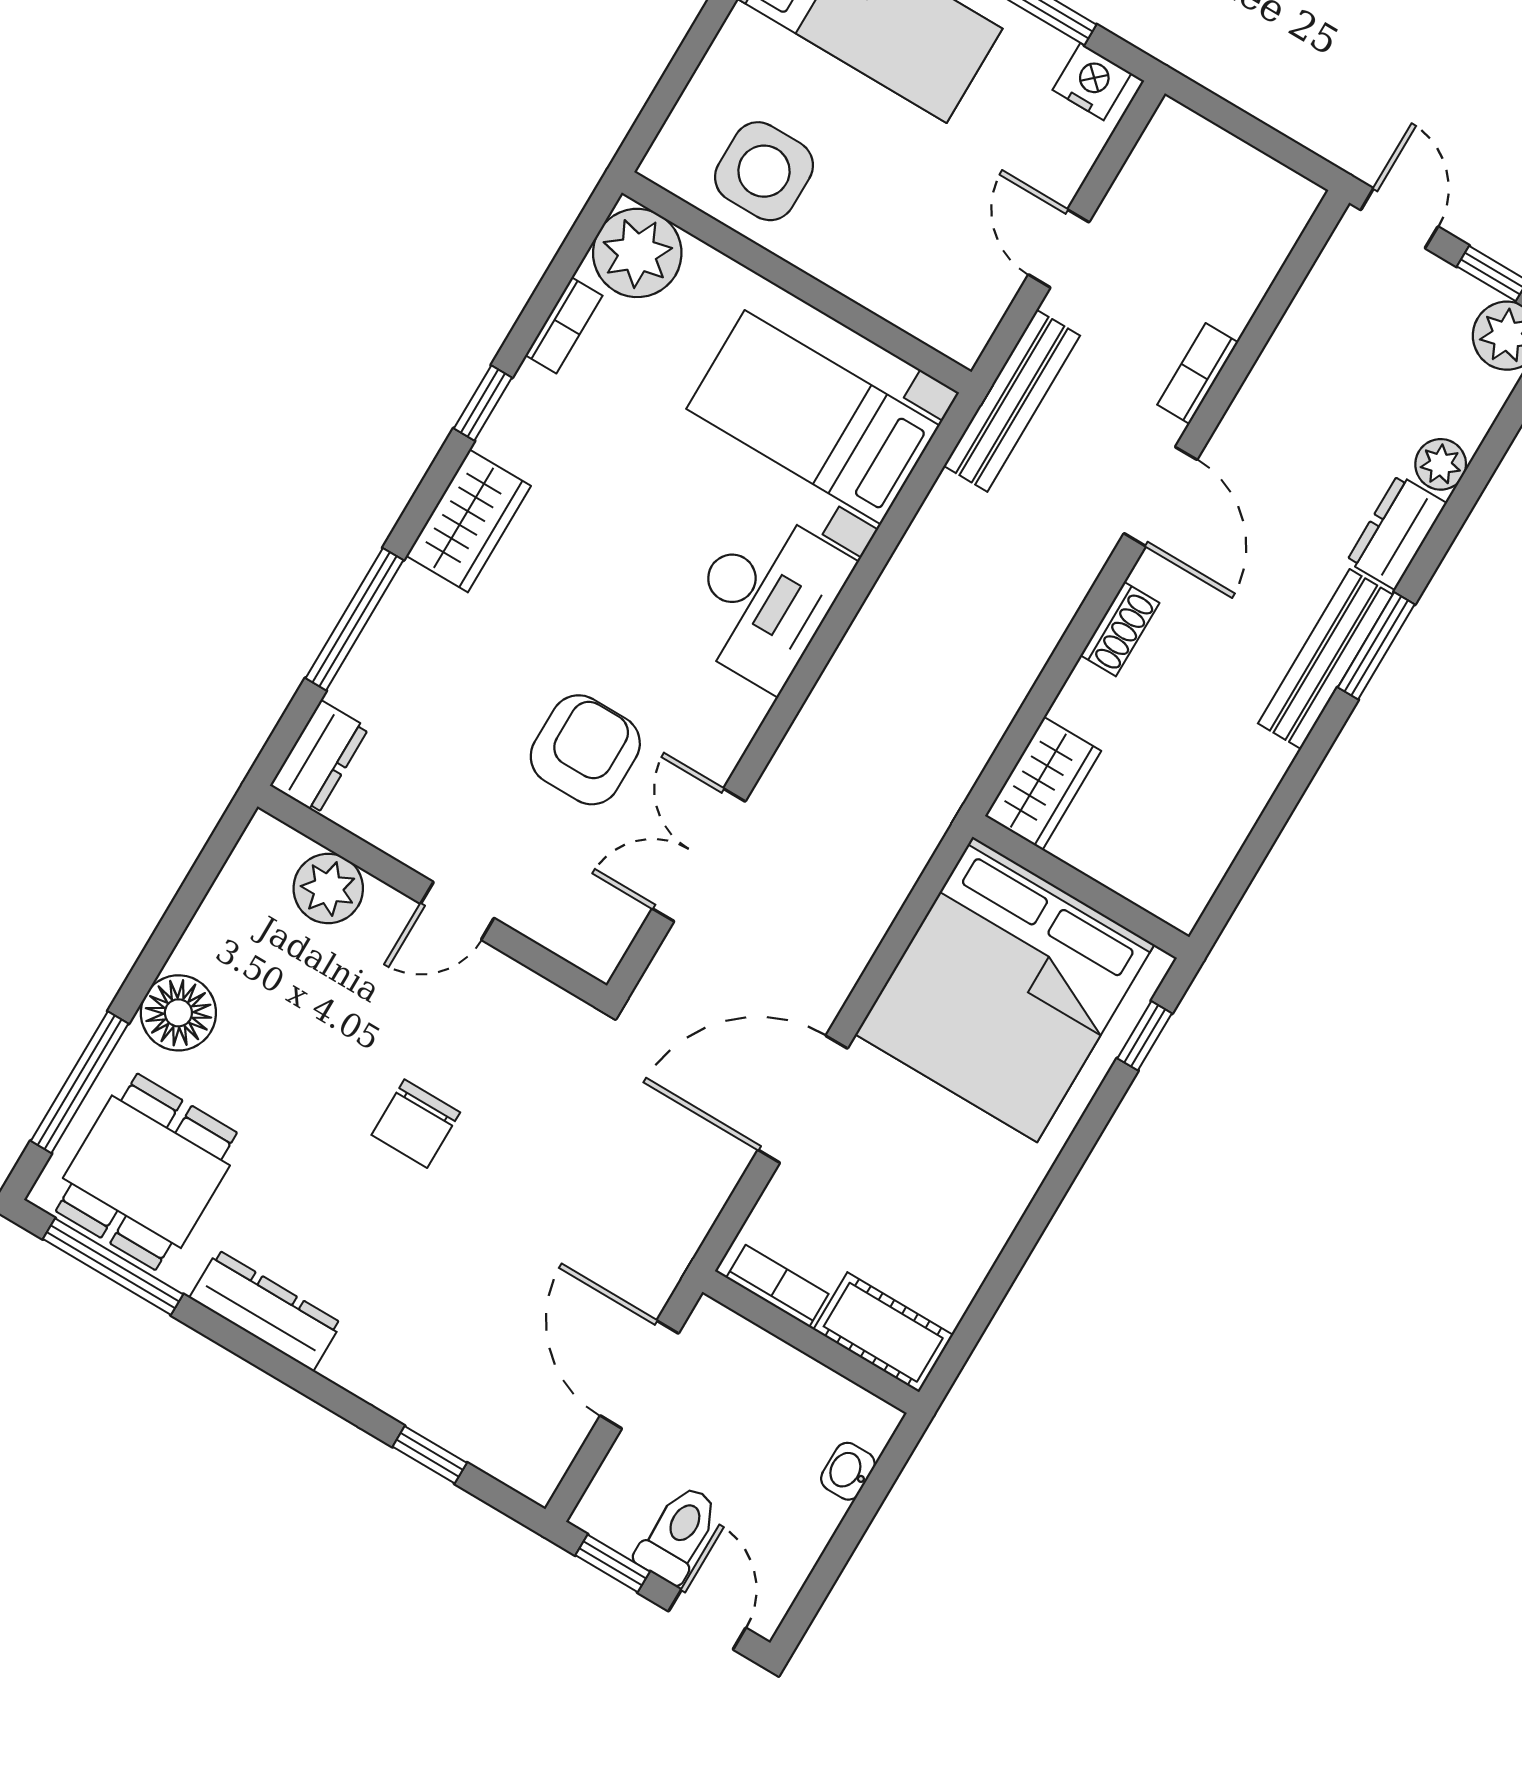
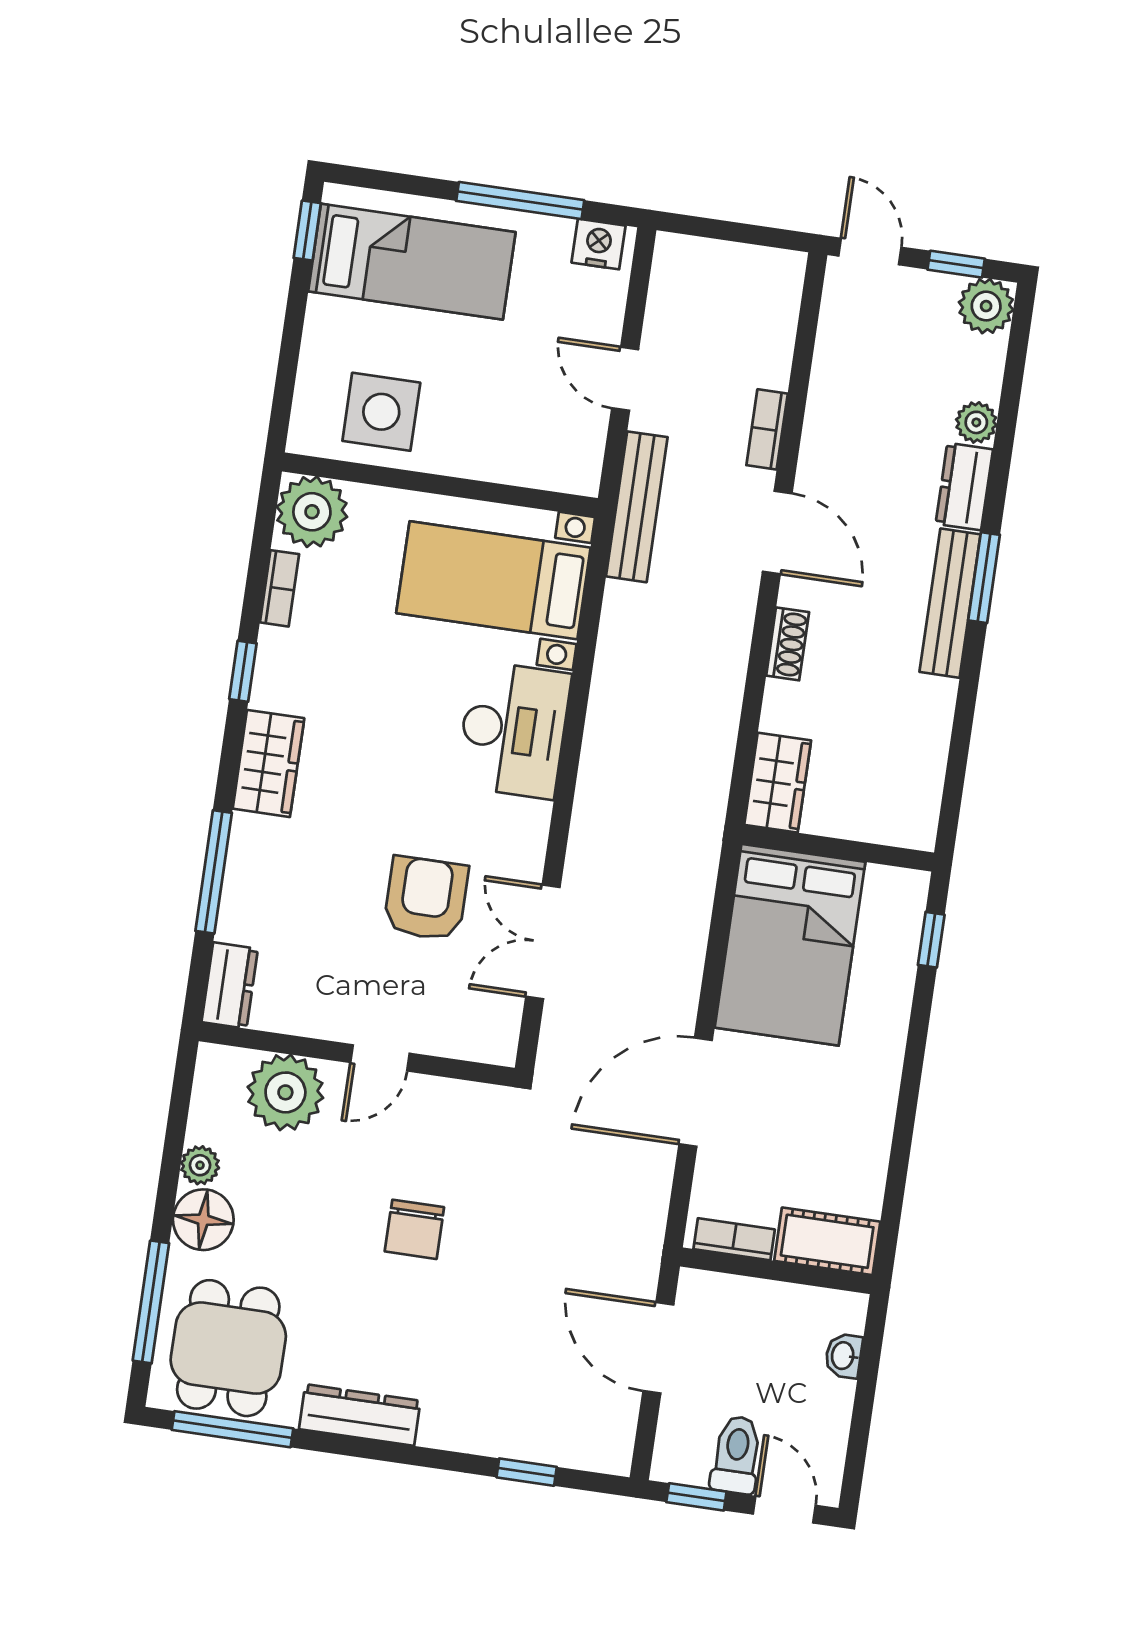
plant: (328, 888) -> (285, 1092), width x1.36, depth x1.36
plant: (200, 949) -> (200, 1165), added
bed: (1005, 989) -> (790, 945), width x0.73

